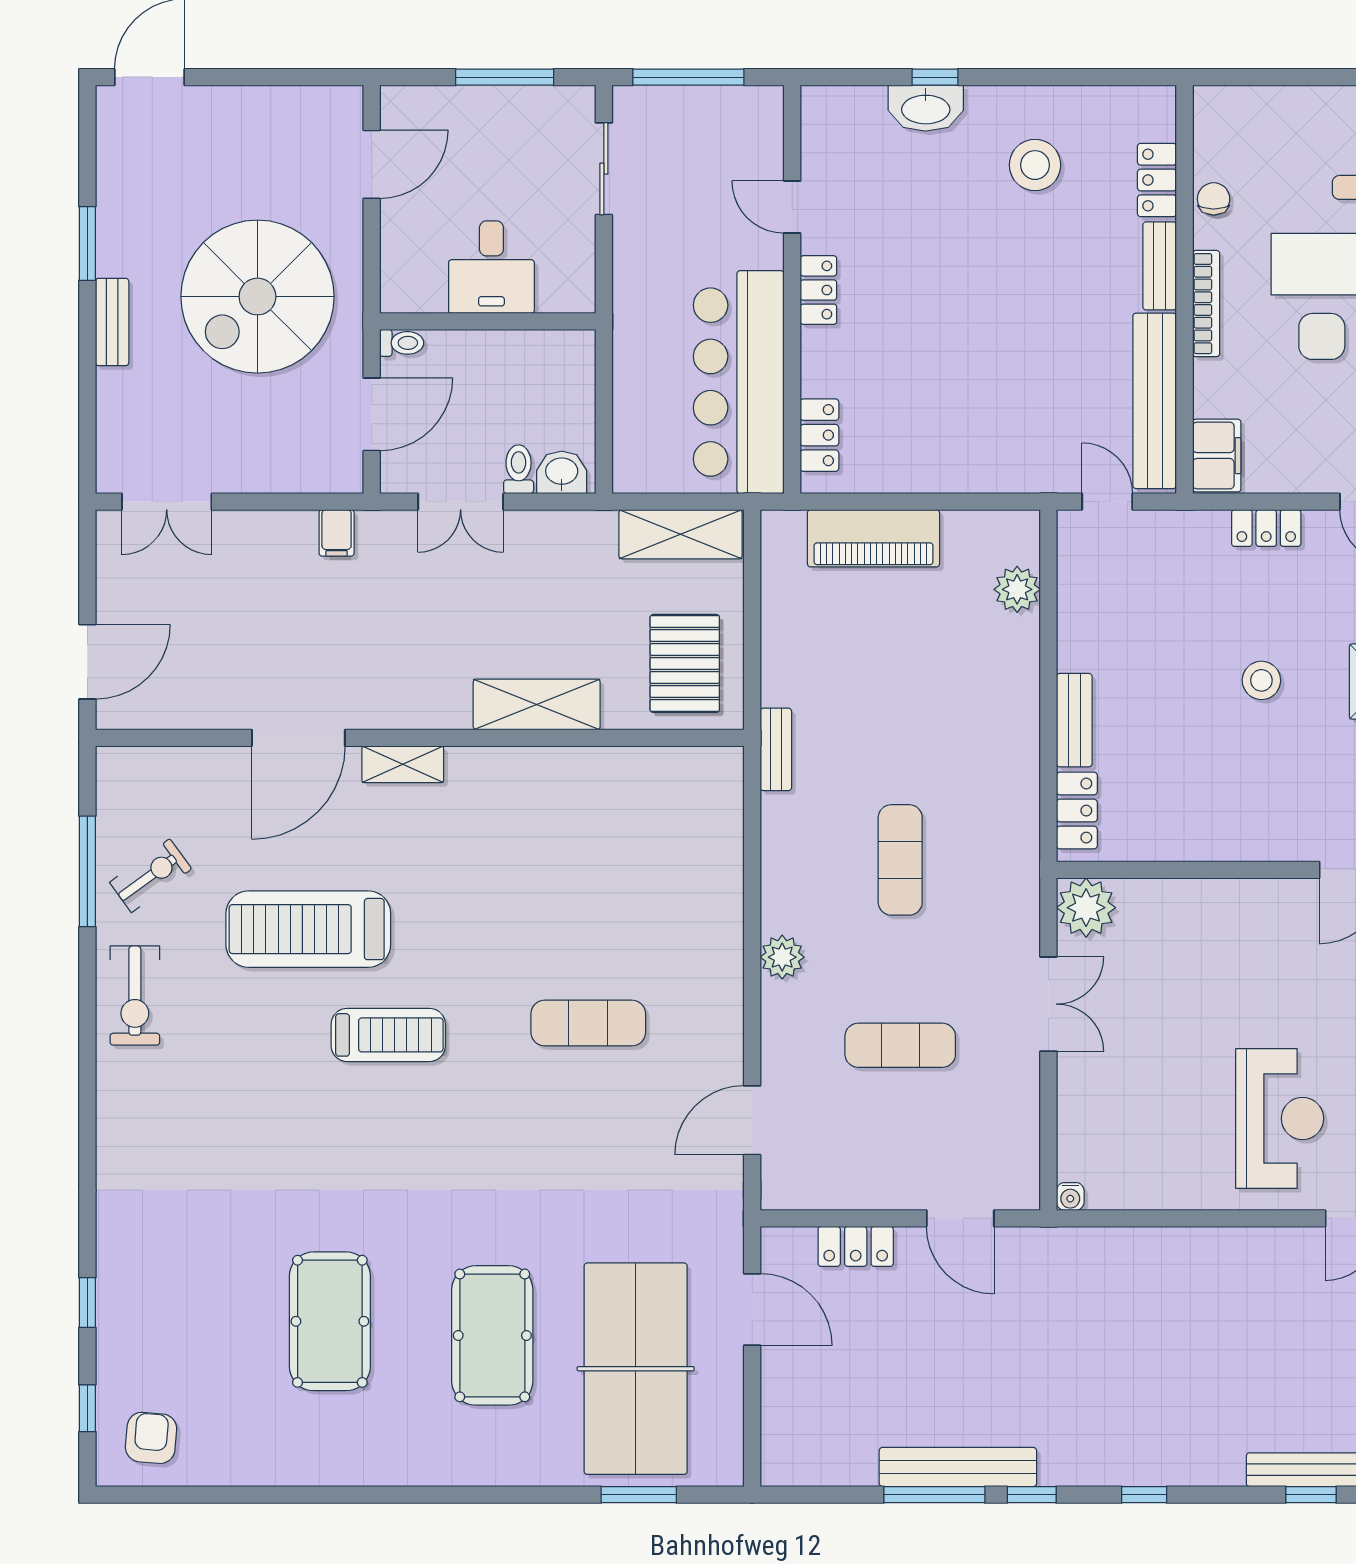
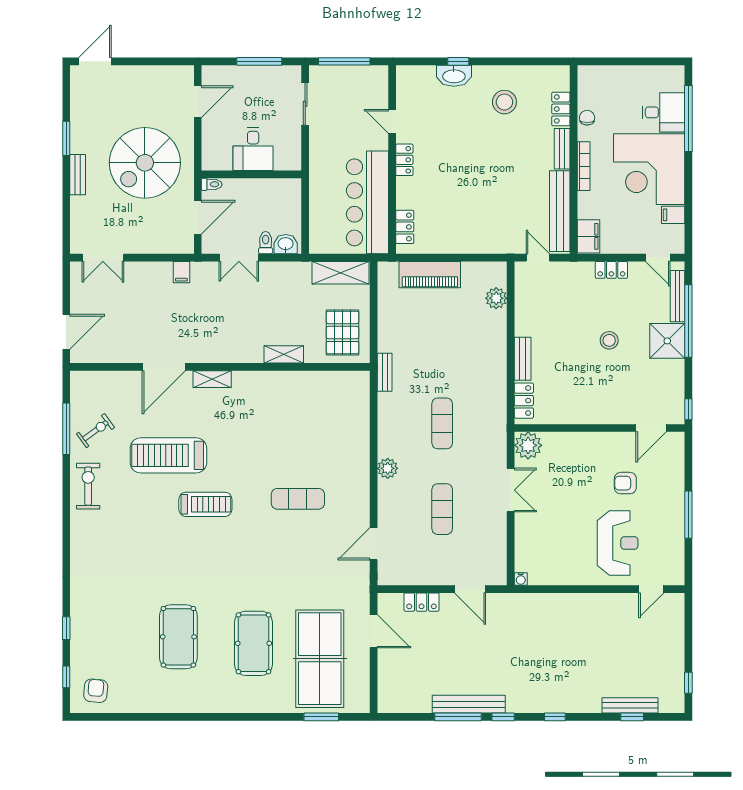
shelving: (537, 704) -> (284, 354), width x0.67, depth x0.75
armchair: (1296, 989) -> (625, 483), added
exercise bike: (135, 996) -> (88, 486), turned 180
exercise mat: (900, 1045) -> (442, 509), turned 90

